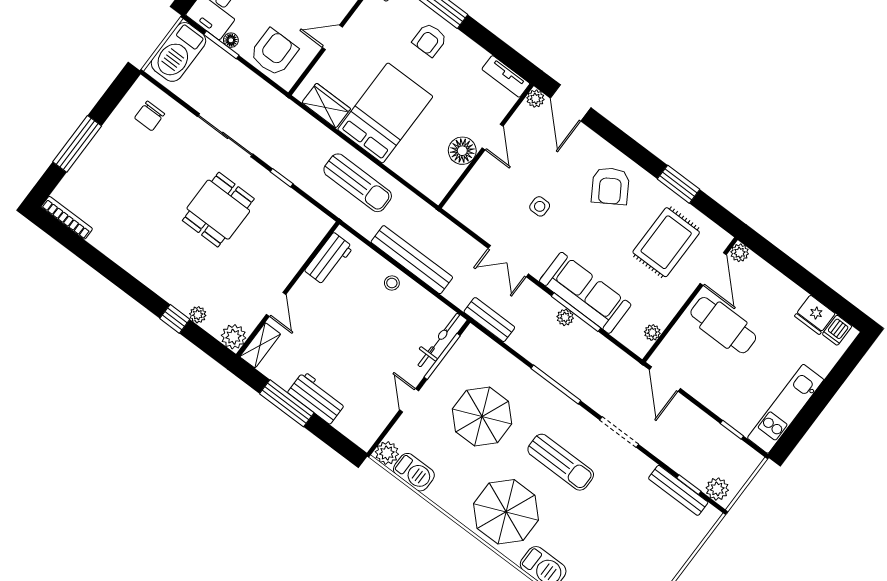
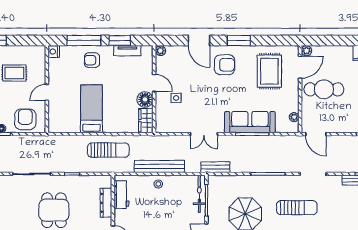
armchair: (430, 40) -> (92, 60), turned 90
window: (489, 42) -> (120, 40), added
tv unit: (506, 76) -> (127, 51), moved
door: (571, 103) -> (199, 40), moved
wardrobe: (326, 106) -> (146, 121), moved, turned -90
bed: (385, 113) -> (91, 109), width x0.67
window: (678, 184) -> (239, 40), moved
armchair: (610, 186) -> (225, 65), turned -58
side table: (540, 206) -> (176, 98), moved
dresser: (299, 254) -> (106, 203), added
door: (713, 269) -> (300, 67), hinge flipped
plant: (565, 317) -> (249, 140), removed

